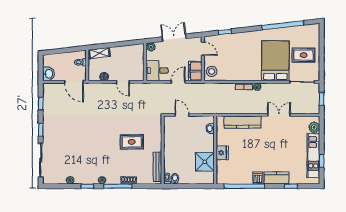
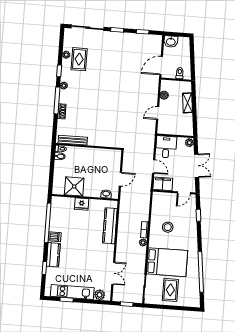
shelving: (99, 53) -> (188, 103), moved
stool: (212, 71) -> (168, 227), moved
door: (182, 115) -> (120, 179), moved
double door: (279, 115) -> (113, 273), moved
rug: (132, 142) -> (79, 59), moved

